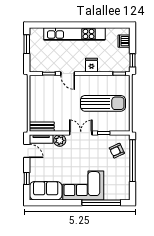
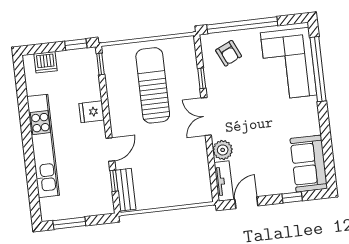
bench: (42, 127) -> (126, 190), moved
corner sofa: (83, 186) -> (288, 64), moved

